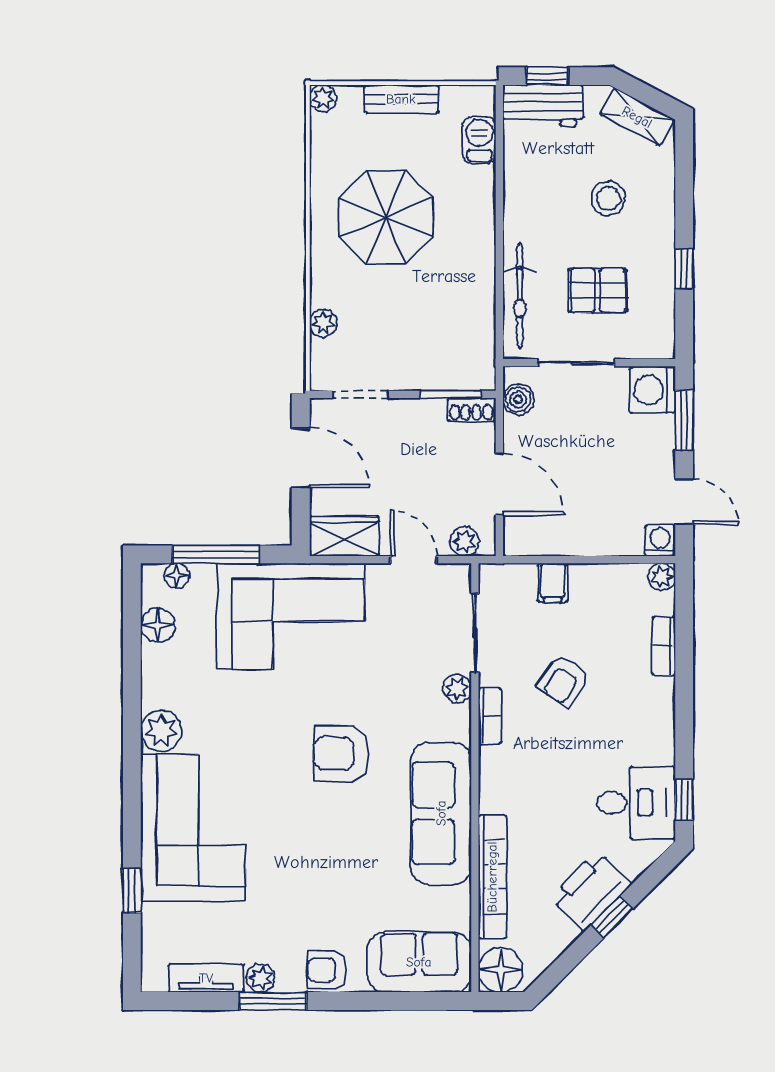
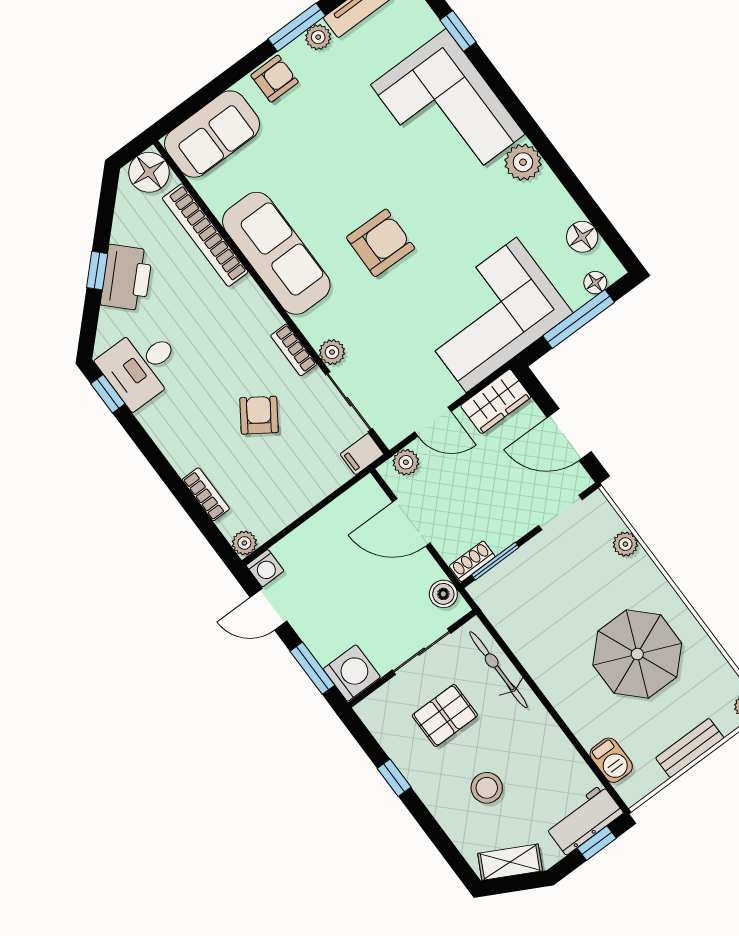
filing cabinet: (553, 583) -> (362, 454), moved, turned -90

